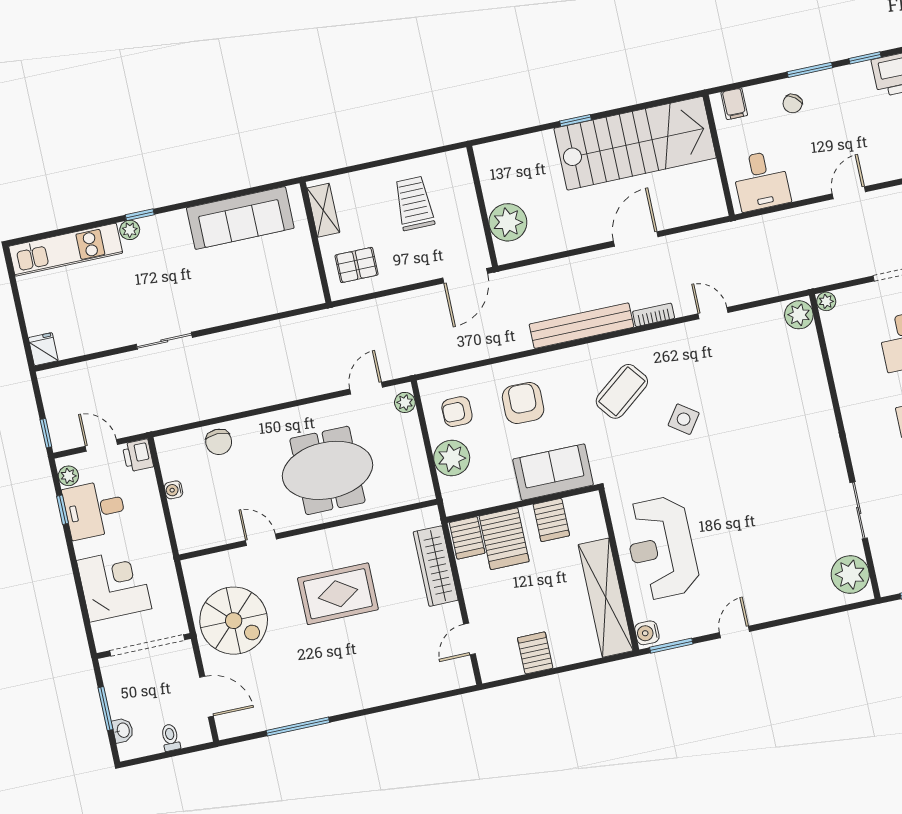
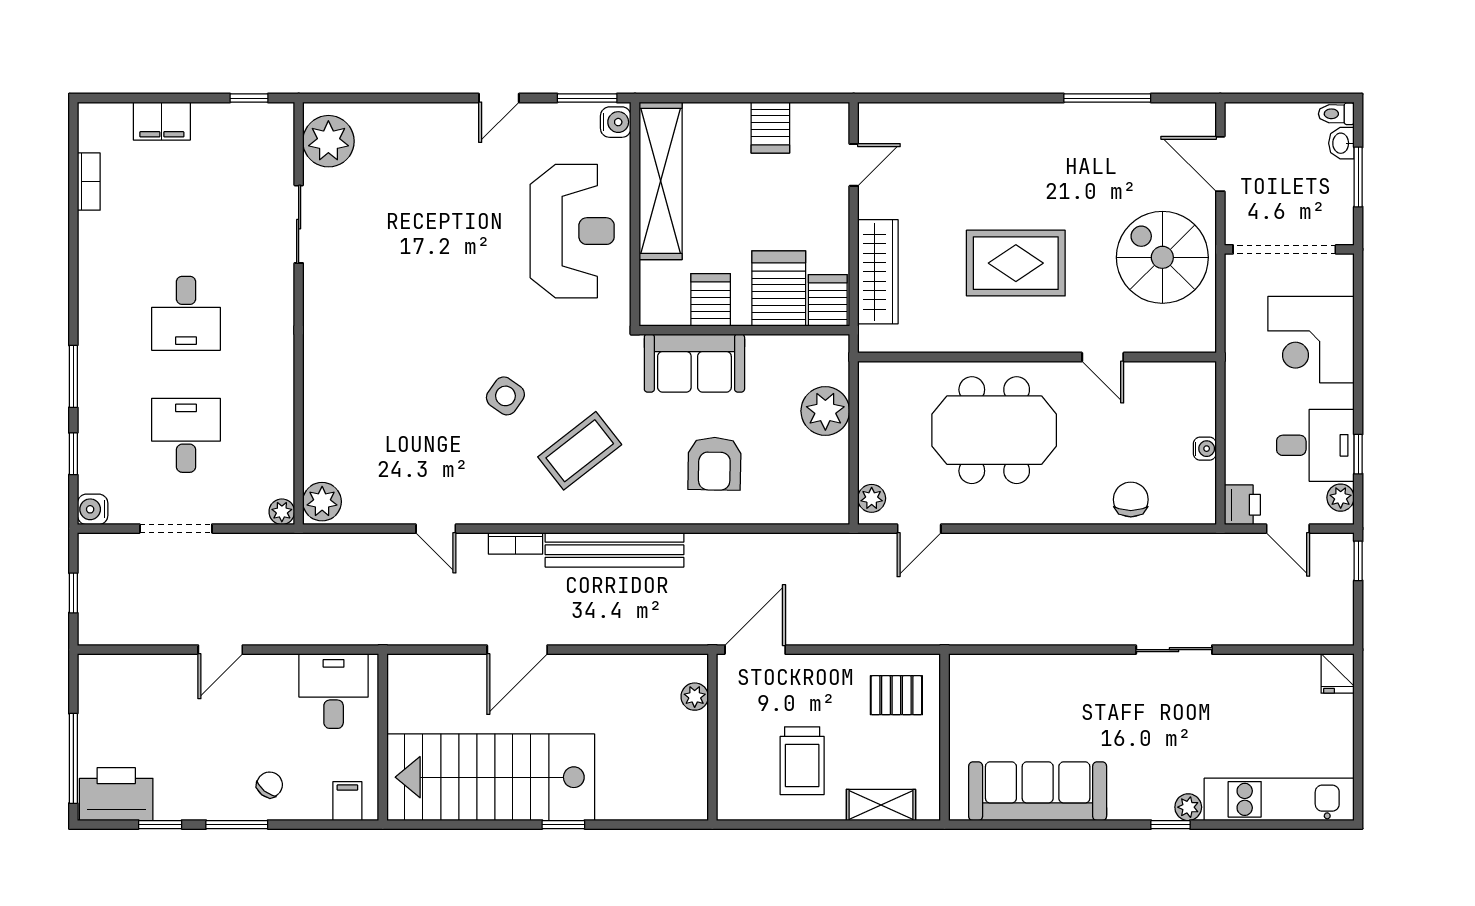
shelving: (323, 210) -> (881, 805), moved, turned 90
plant: (508, 222) -> (695, 697), width x0.53, depth x0.53
armchair: (457, 412) -> (805, 471), removed
toilet: (170, 738) -> (1336, 114), moved, turned 90

